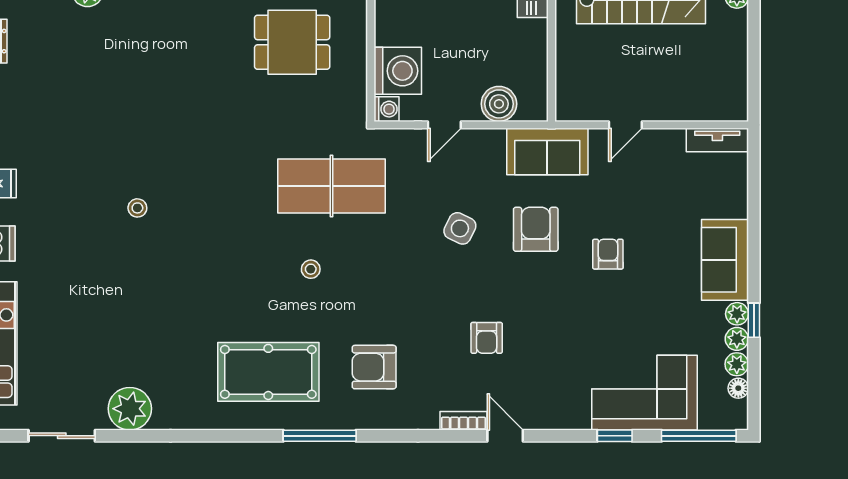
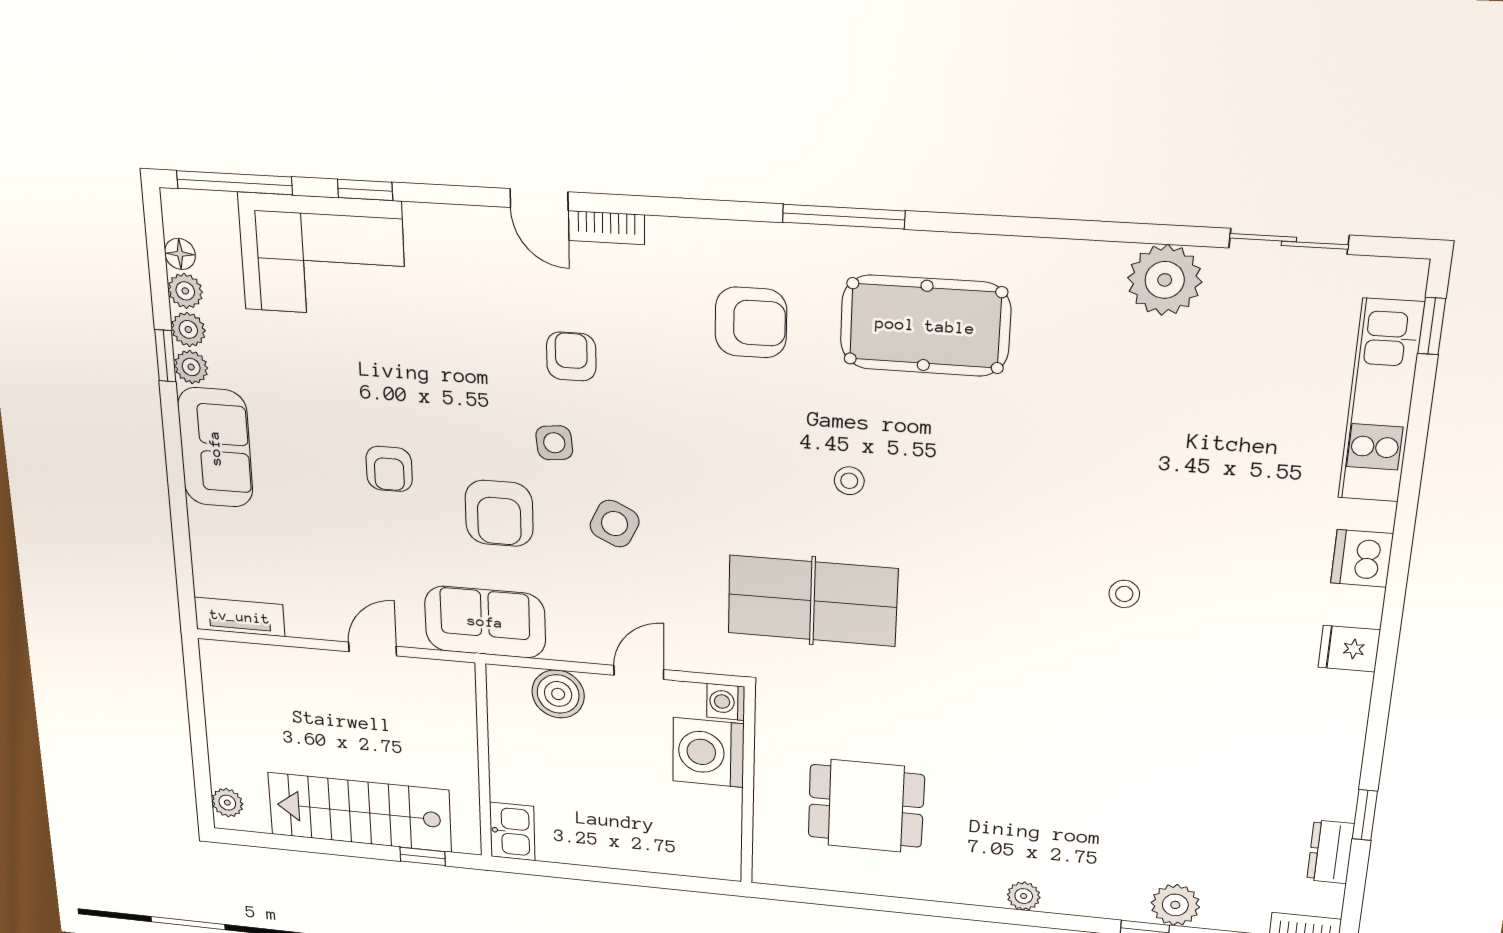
side table: (498, 280) -> (554, 443), added

